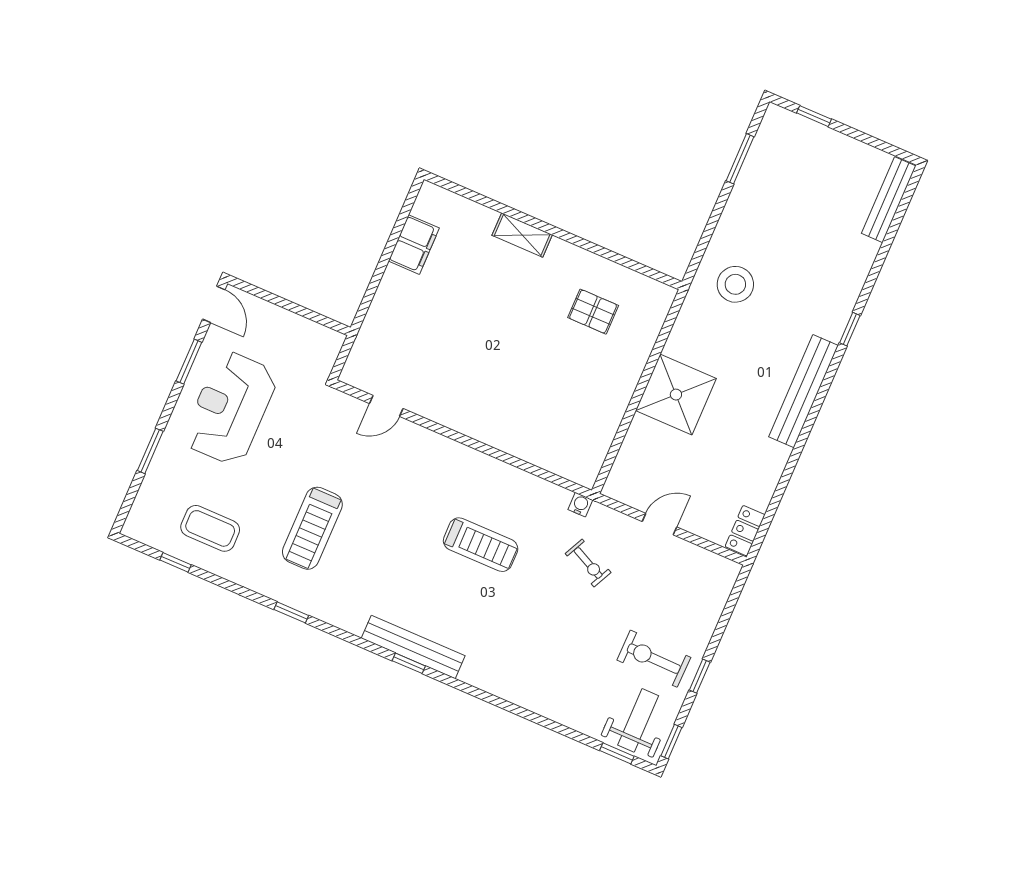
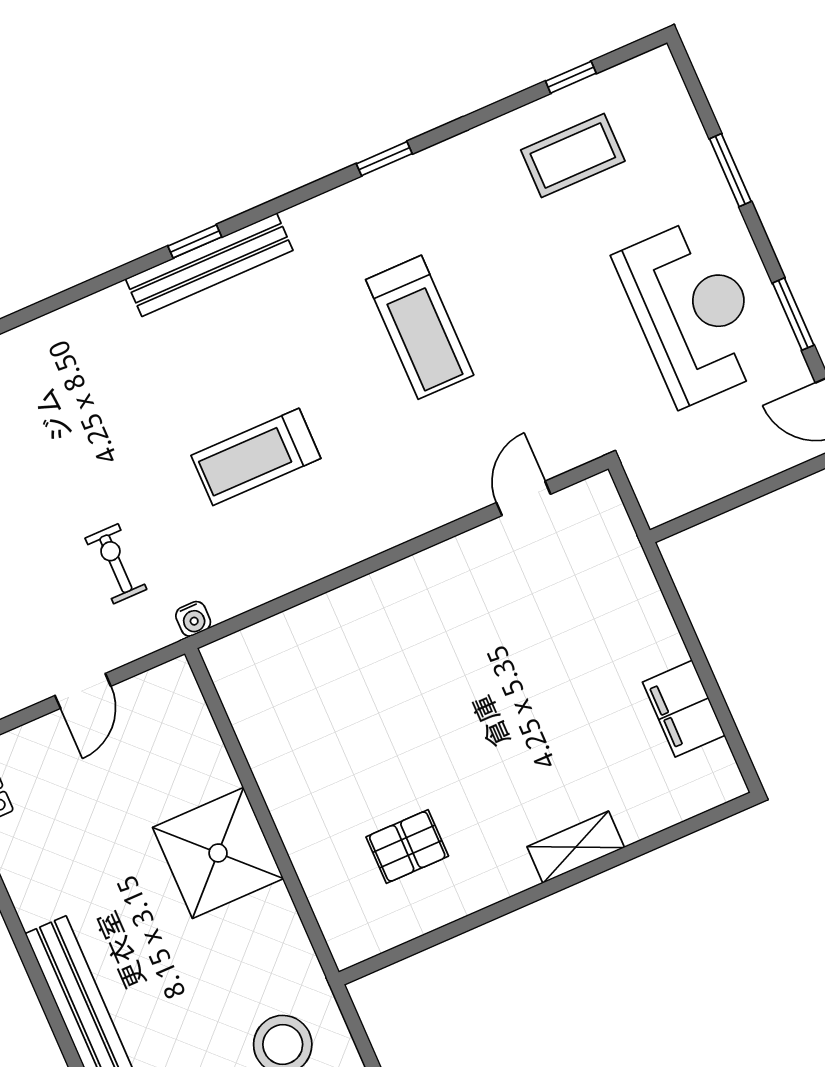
treadmill: (312, 528) -> (420, 327), moved, turned 180
exercise bike: (588, 563) -> (116, 564), turned 64

